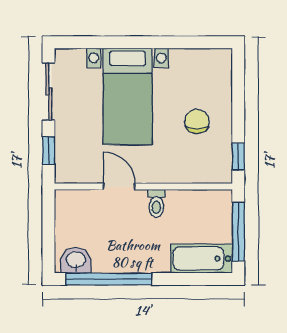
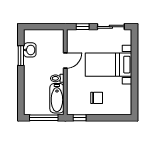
bathtub: (201, 259) -> (57, 98), moved, turned 180
washbasin: (76, 260) -> (30, 50), moved
window: (109, 279) -> (21, 56), width x0.47

